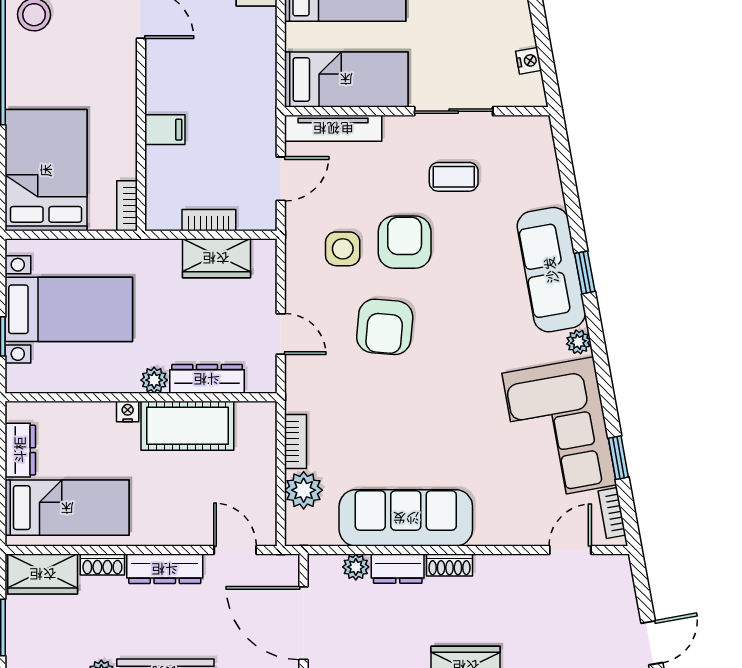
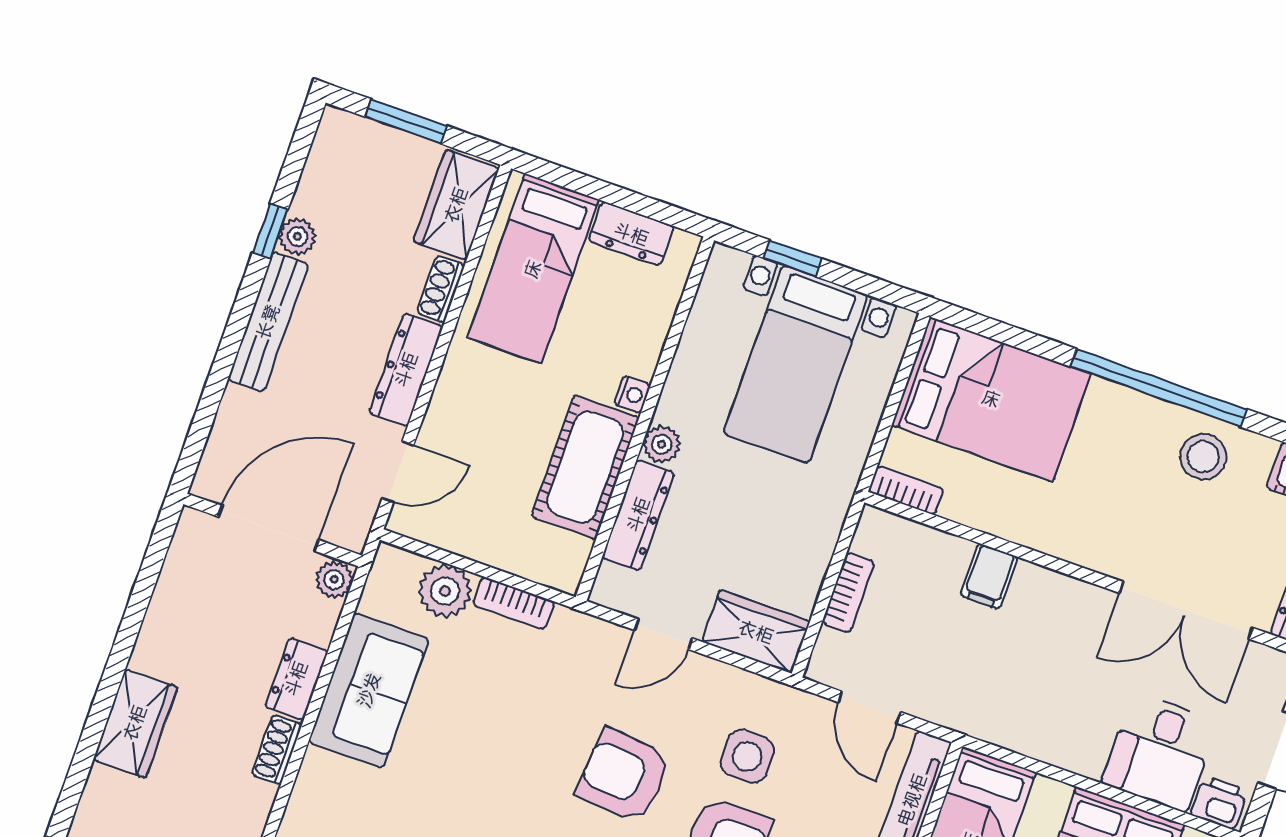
wardrobe: (216, 258) -> (756, 632), moved, turned 90
sofa: (406, 518) -> (369, 690), width x0.73
plant: (356, 567) -> (334, 580), moved

